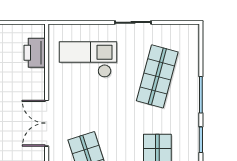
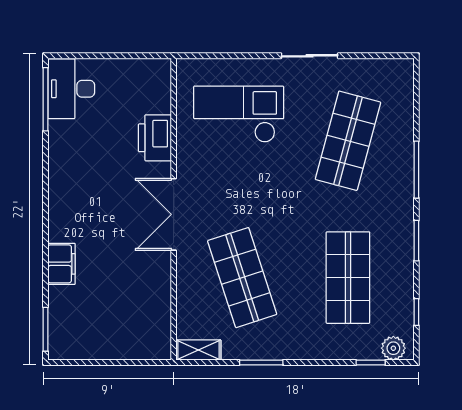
printer: (35, 53) -> (155, 138), moved

